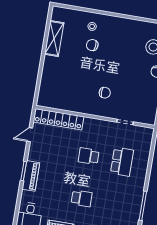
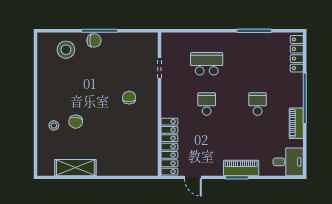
school desk: (89, 156) -> (207, 104), turned 180

